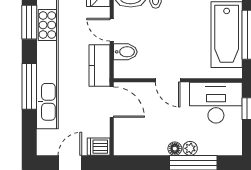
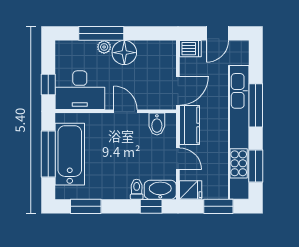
bidet: (125, 52) -> (157, 124), moved, turned -90
door: (112, 102) -> (178, 91), swing flipped
floor lamp: (175, 149) -> (124, 53), width x1.89, depth x1.89

